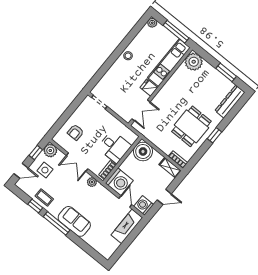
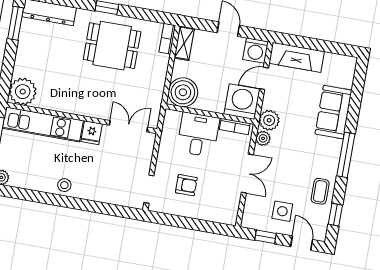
window: (226, 72) -> (16, 23), moved
armchair: (76, 132) -> (186, 185), moved
plant: (50, 150) -> (269, 120), moved
window: (35, 206) -> (335, 215), moved
sofa: (74, 221) -> (333, 112), moved

